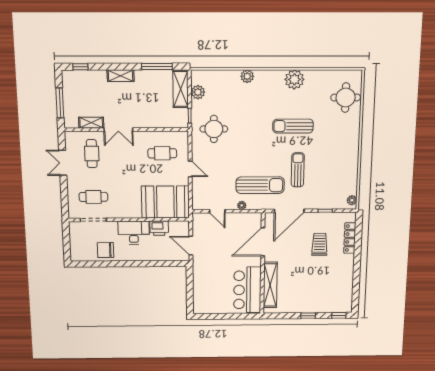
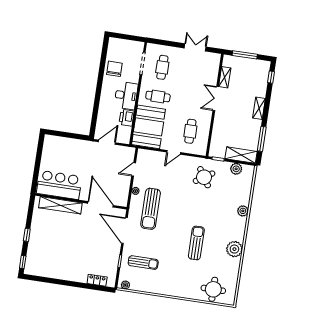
round table: (214, 129) -> (204, 177), turned -33
cafe table: (92, 154) -> (158, 97), moved
sun lounger: (298, 170) -> (143, 263), moved
locker: (350, 238) -> (97, 280), width x0.66
trolley: (320, 244) -> (91, 253), removed

